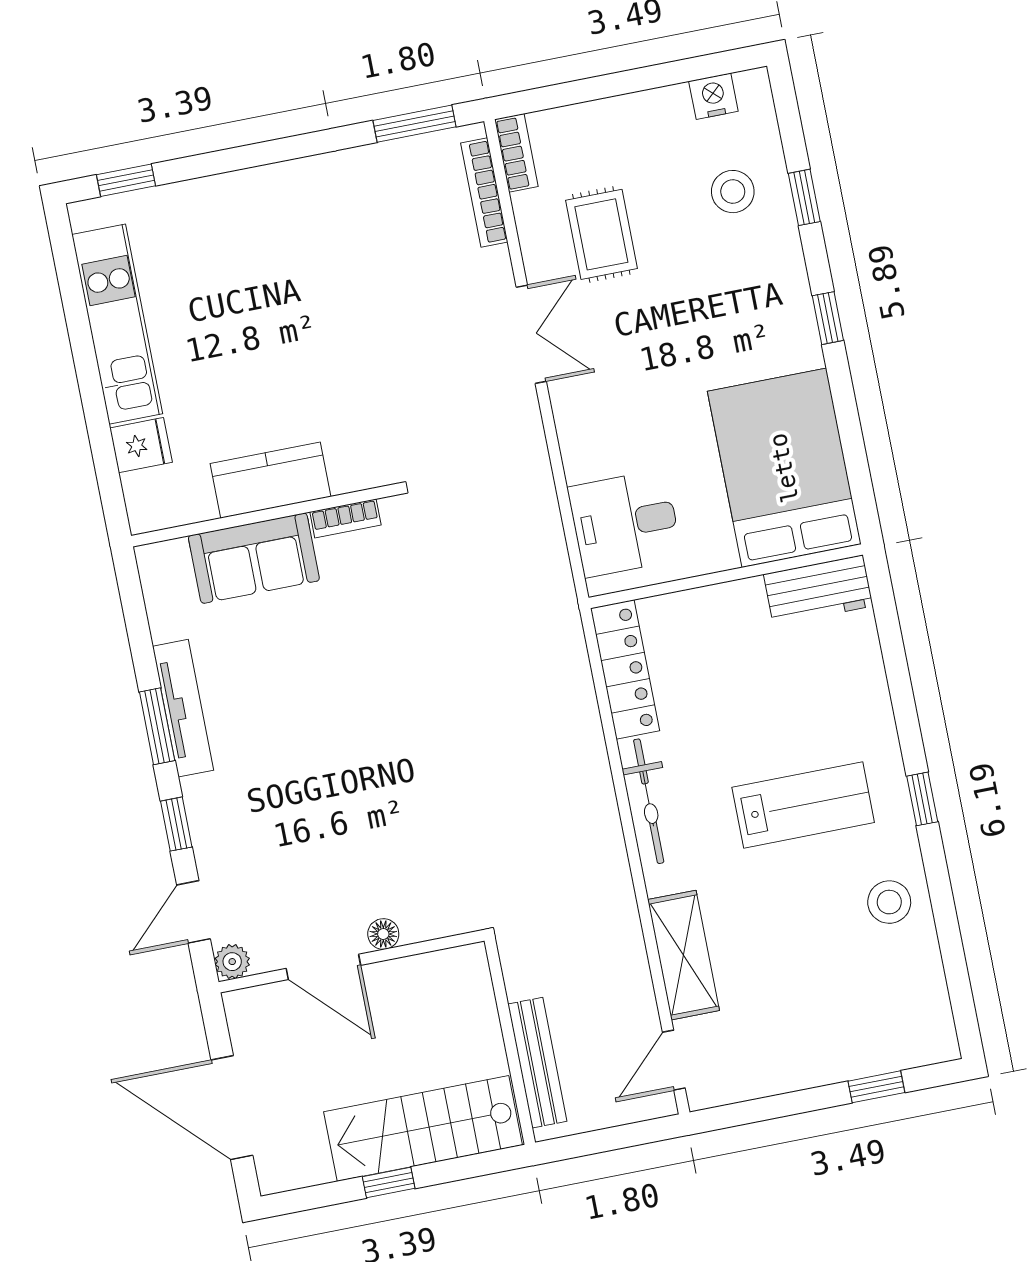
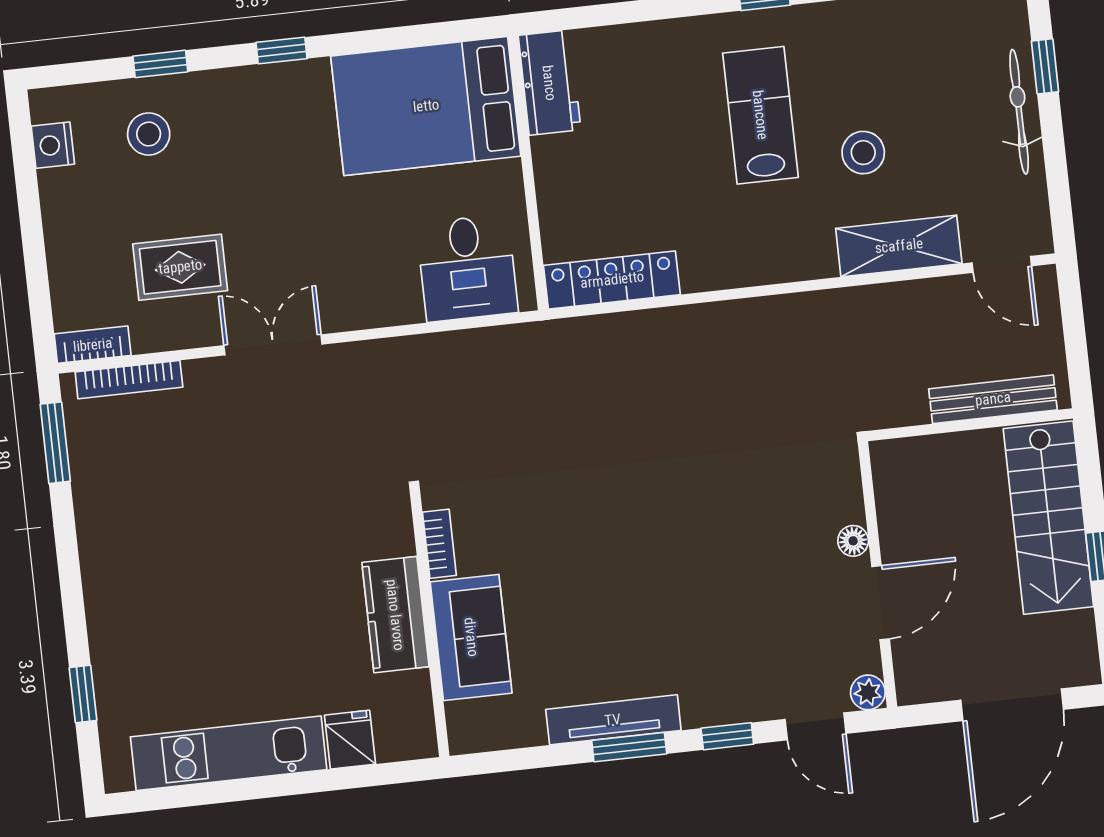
window: (126, 180) -> (83, 694), moved
bicycle: (649, 801) -> (1019, 112), moved, turned -90
stool: (889, 902) -> (863, 153), moved

